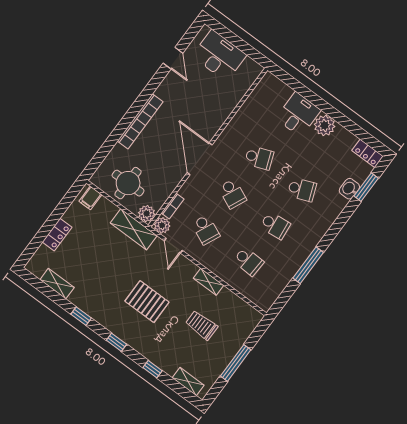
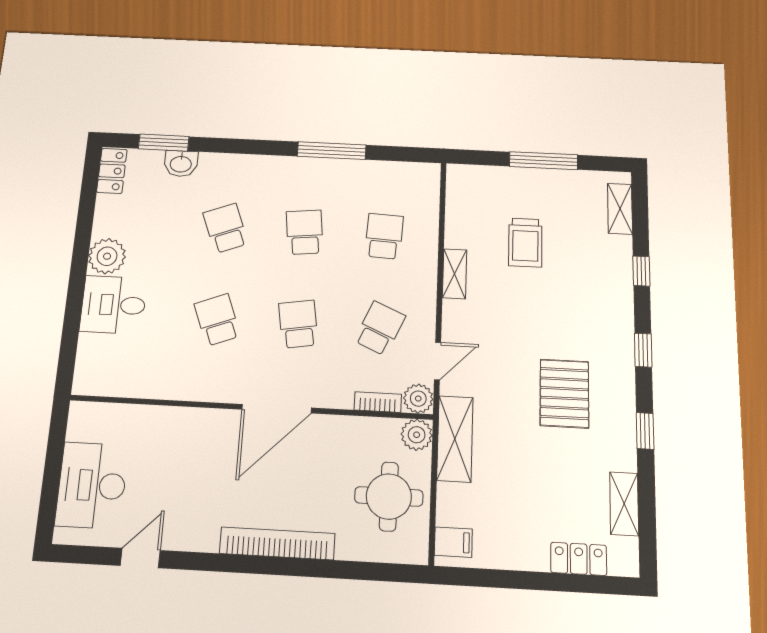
school desk: (232, 194) -> (298, 324), turned -33
locker: (57, 235) -> (579, 559), moved
pallet: (147, 302) -> (564, 393), moved

